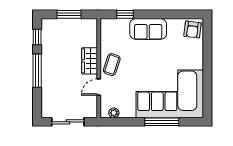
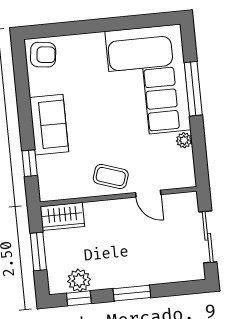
plant: (48, 38) -> (79, 280), added
wardrobe: (90, 61) -> (62, 216), moved
window: (37, 71) -> (132, 293), width x0.69
plant: (114, 113) -> (184, 140), moved

